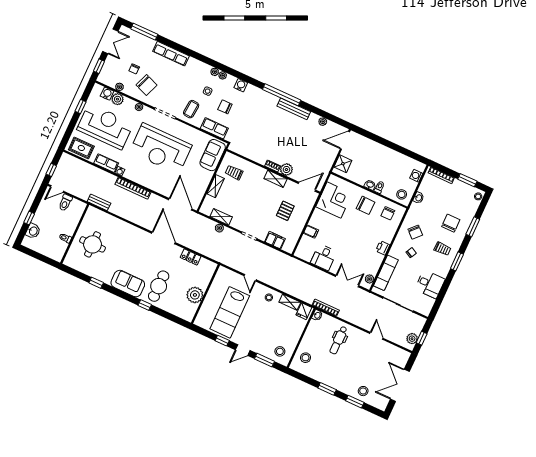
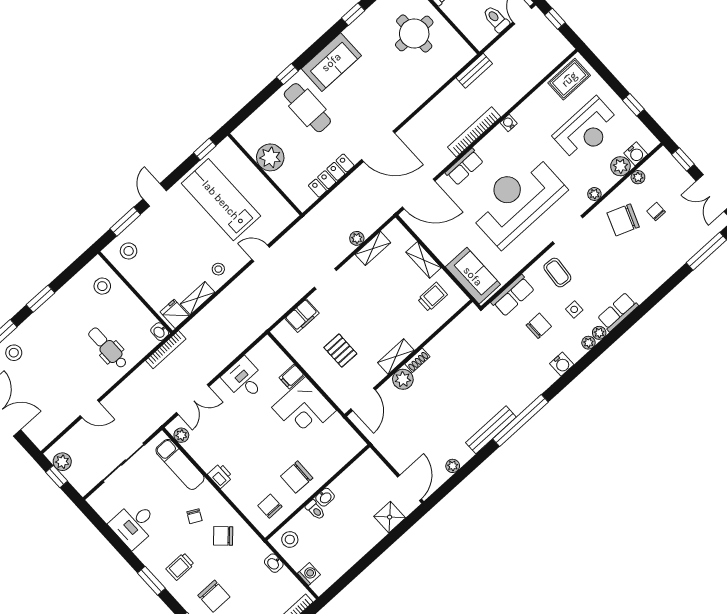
row of seats: (171, 54) -> (618, 312), moved, width x0.68
reception desk: (105, 126) -> (587, 130), width x0.74, depth x0.77
row of seats: (106, 163) -> (464, 167), moved
shower: (343, 164) -> (390, 517), moved
corner desk: (334, 200) -> (304, 409), moved
locker: (191, 257) -> (331, 176), width x1.53
window: (222, 341) -> (205, 149), moved

